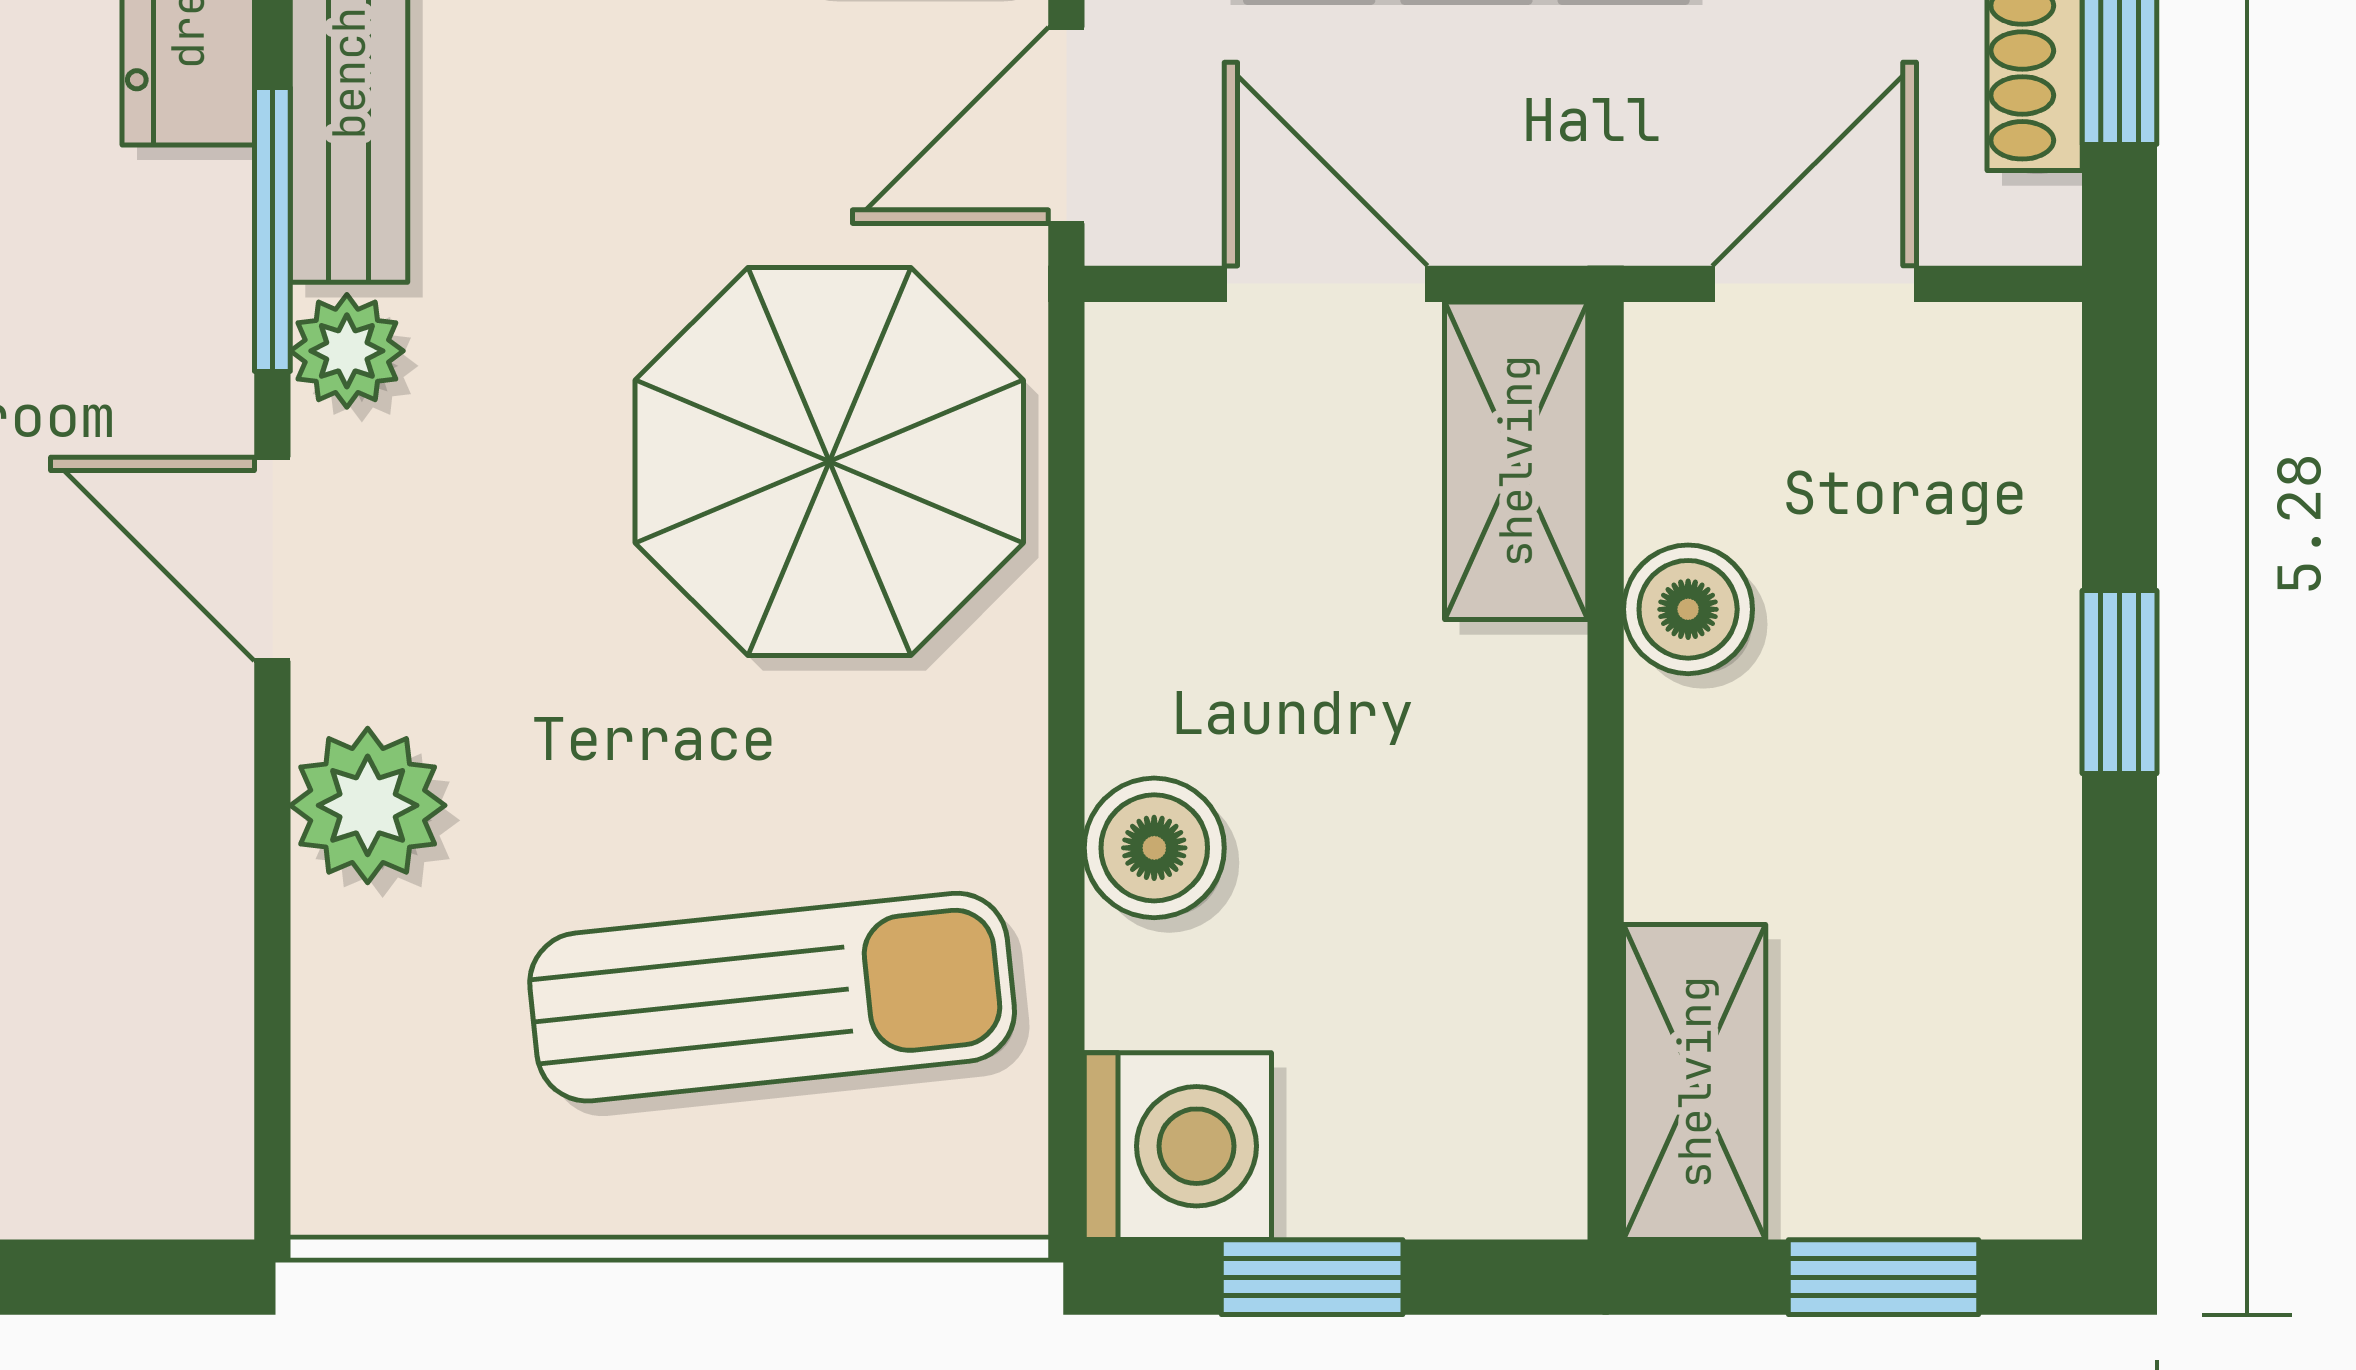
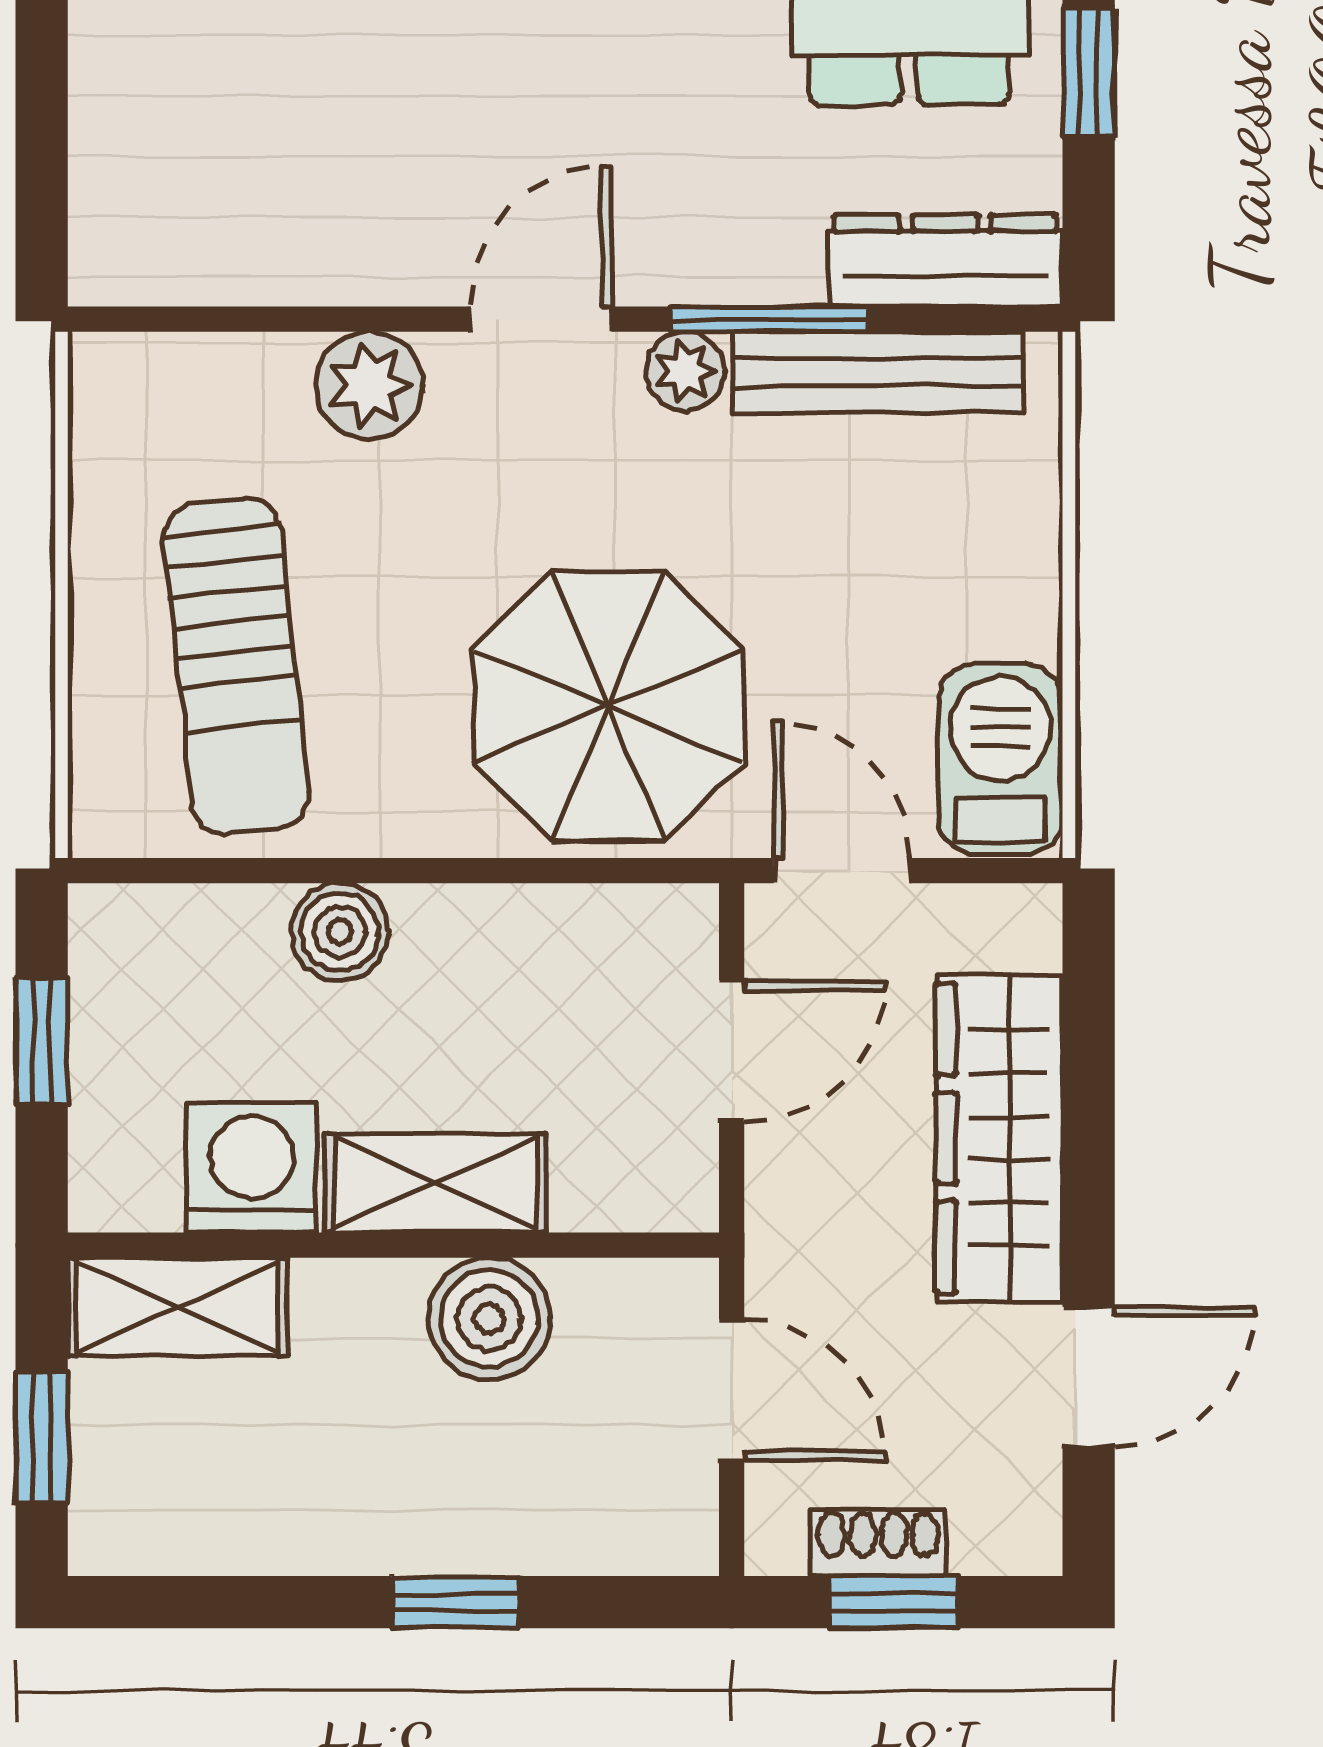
shelving: (1516, 461) -> (435, 1183), moved
boiler: (1688, 609) -> (489, 1319), width x1.36, depth x1.36
washing machine: (1178, 1146) -> (251, 1168), moved, turned 180

